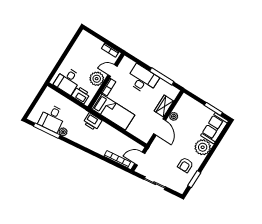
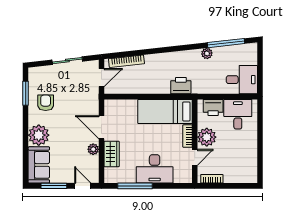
door: (195, 97) -> (83, 186), added
desk: (52, 118) -> (242, 80), moved, turned 96

